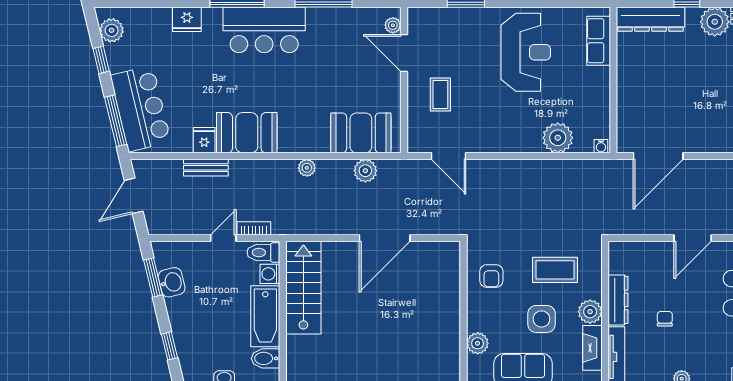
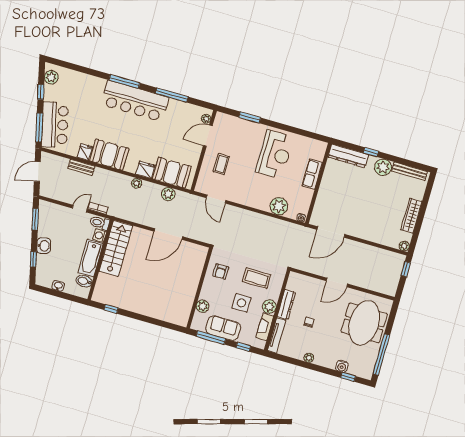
fridge: (187, 19) -> (145, 170), moved, turned 180
bar counter: (264, 30) -> (135, 101), width x1.36
row of seats: (599, 41) -> (312, 174), moved
door: (404, 53) -> (208, 136), hinge flipped
washbasin: (172, 282) -> (44, 246), moved

